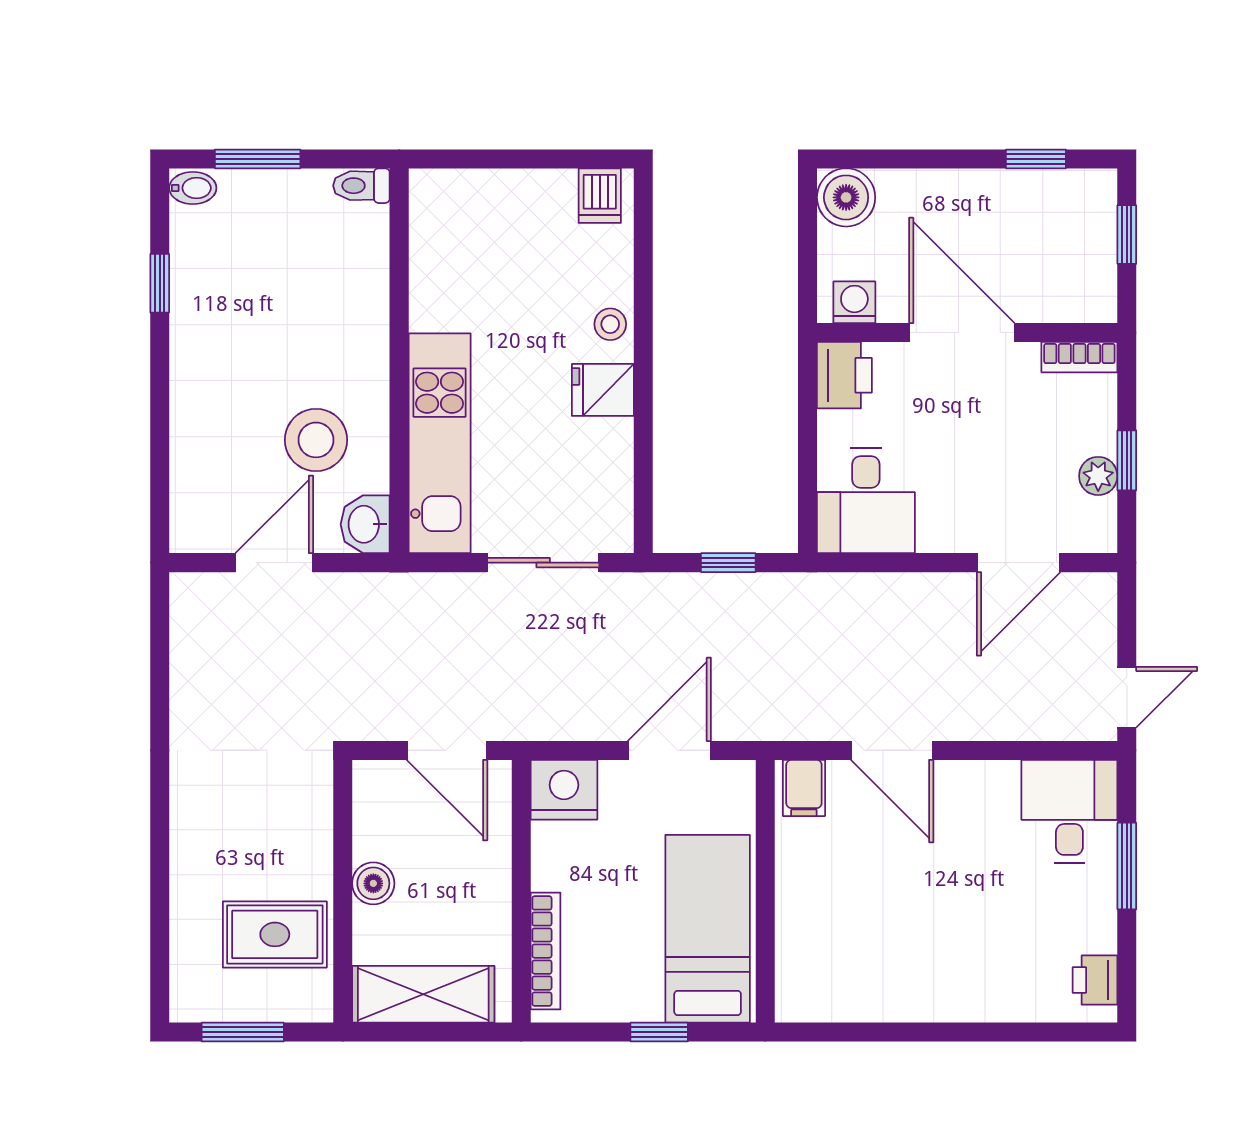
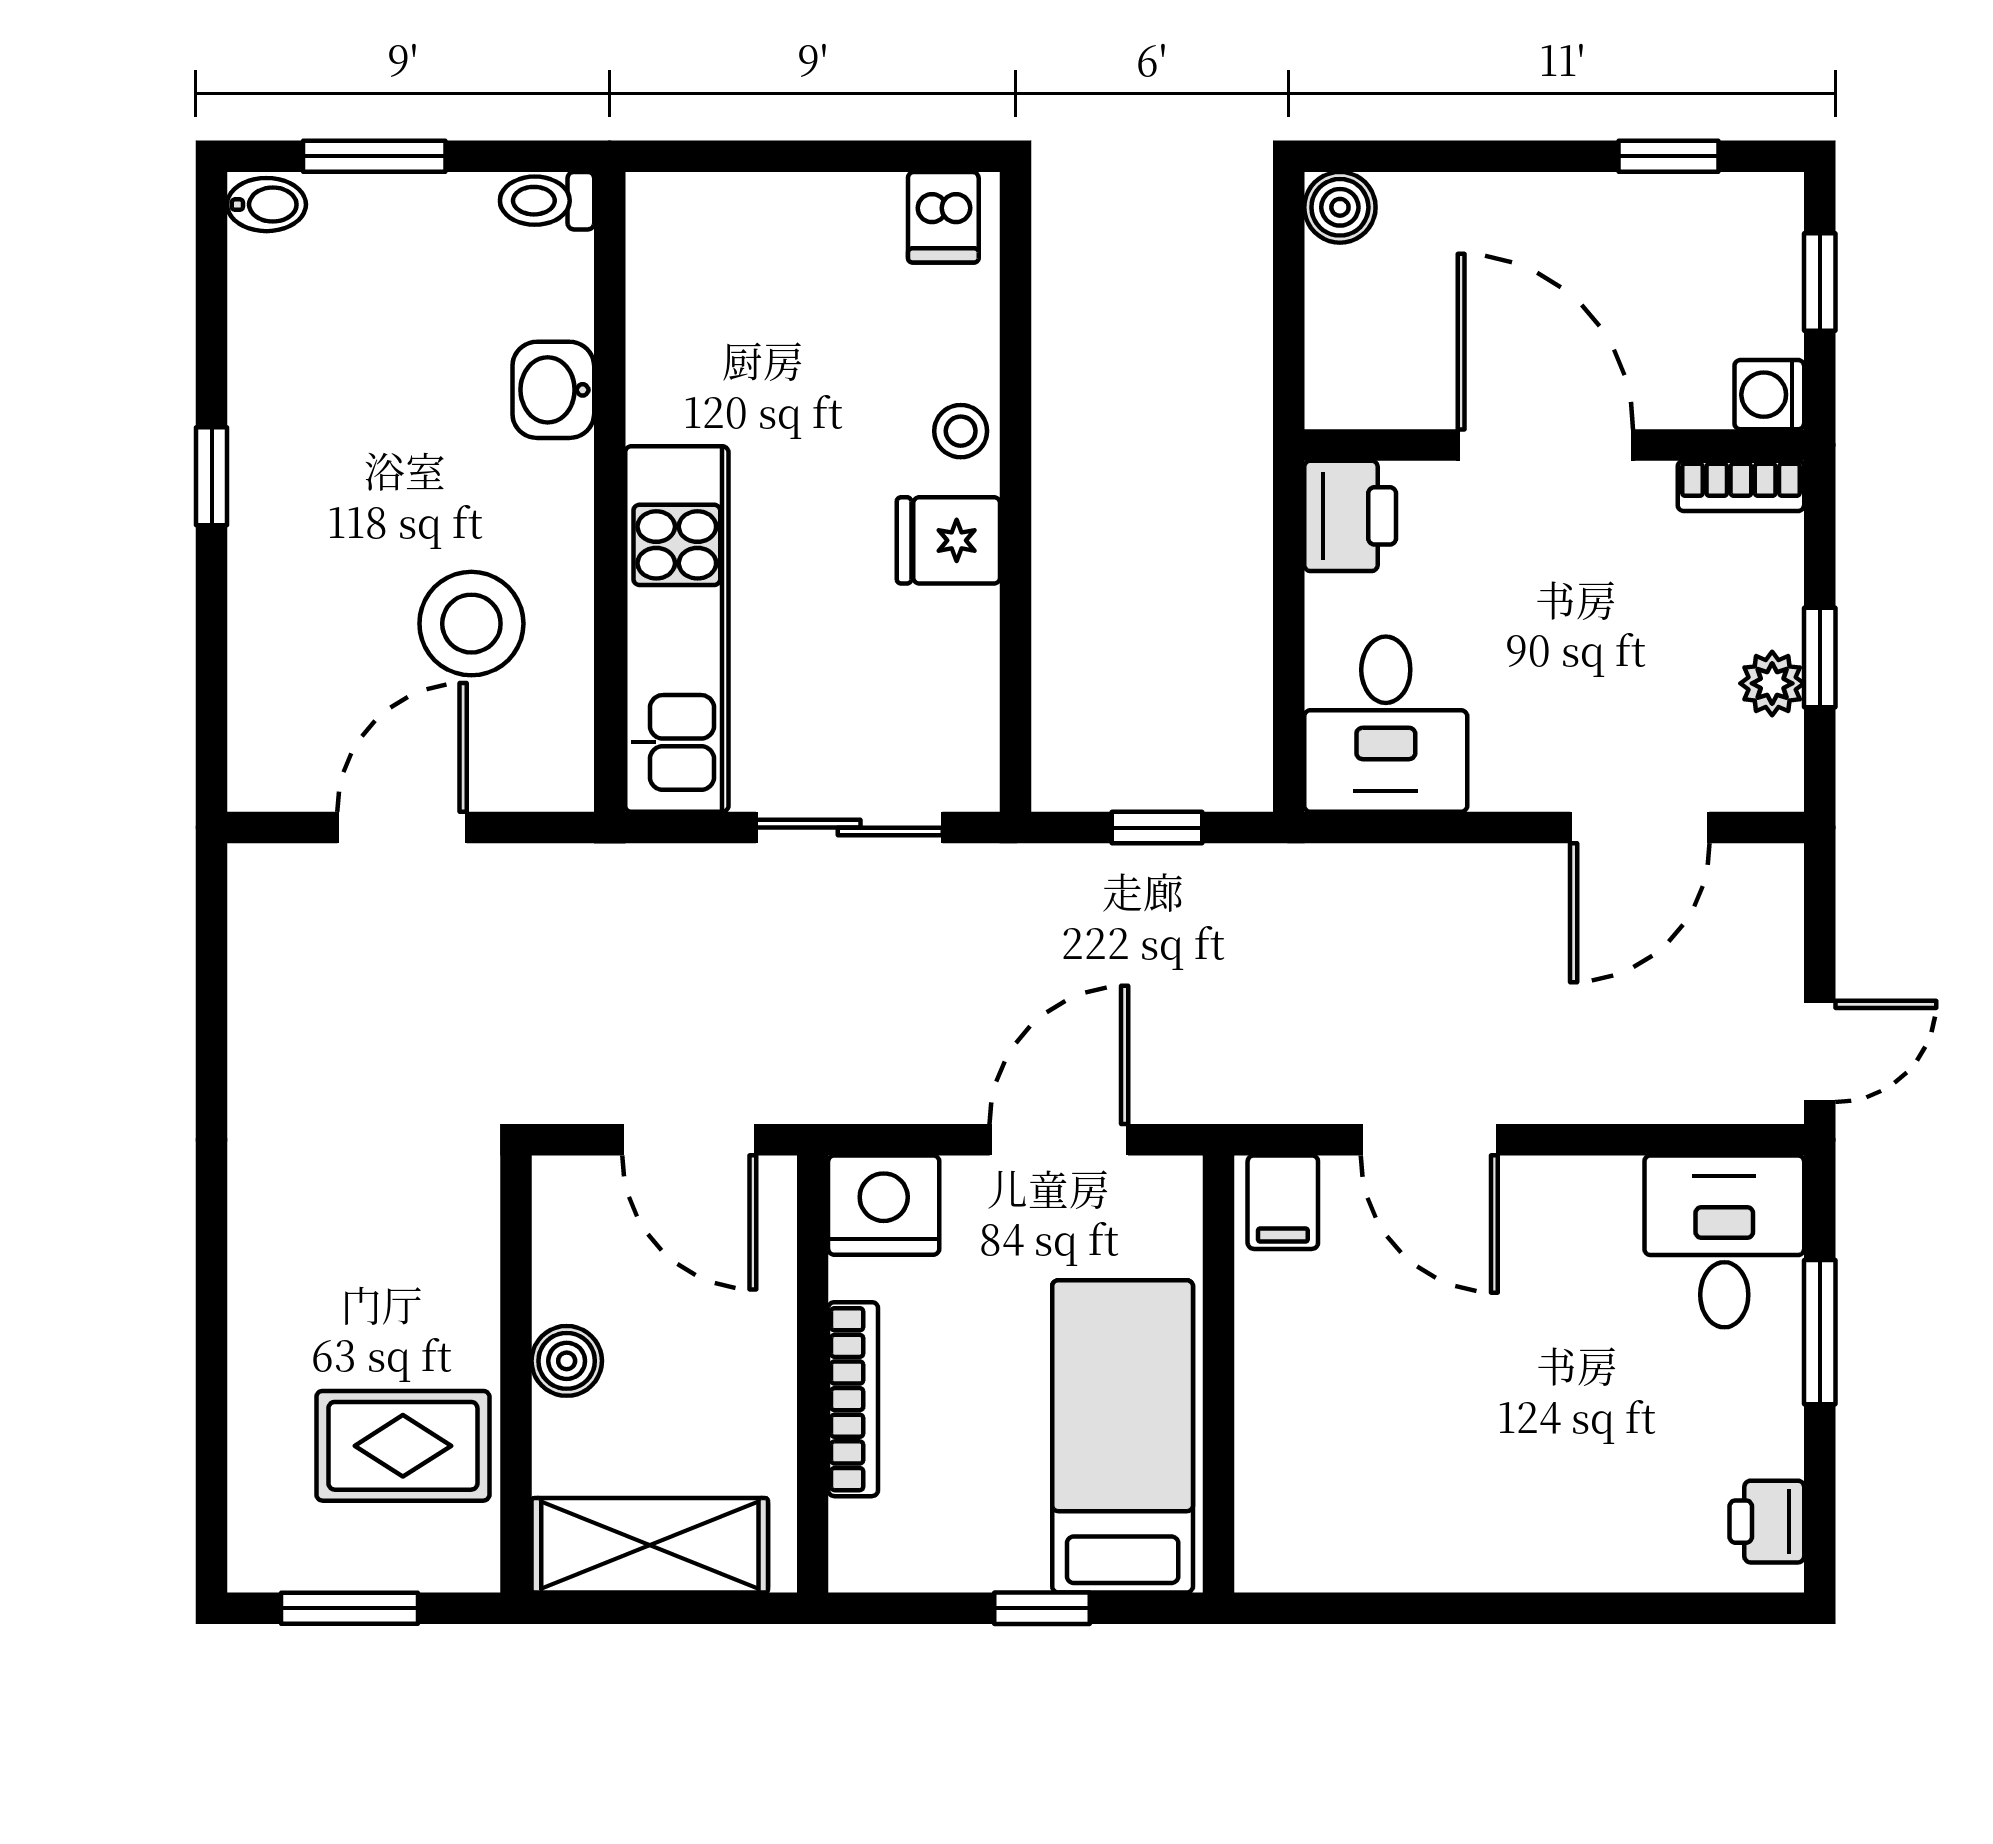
boiler: (846, 197) -> (1340, 207), width x0.73, depth x0.73
window: (160, 283) -> (212, 476), moved
washing machine: (854, 302) -> (1769, 395), moved, turned -90
washbasin: (365, 524) -> (553, 390), moved
bookcase: (546, 951) -> (853, 1399), moved

